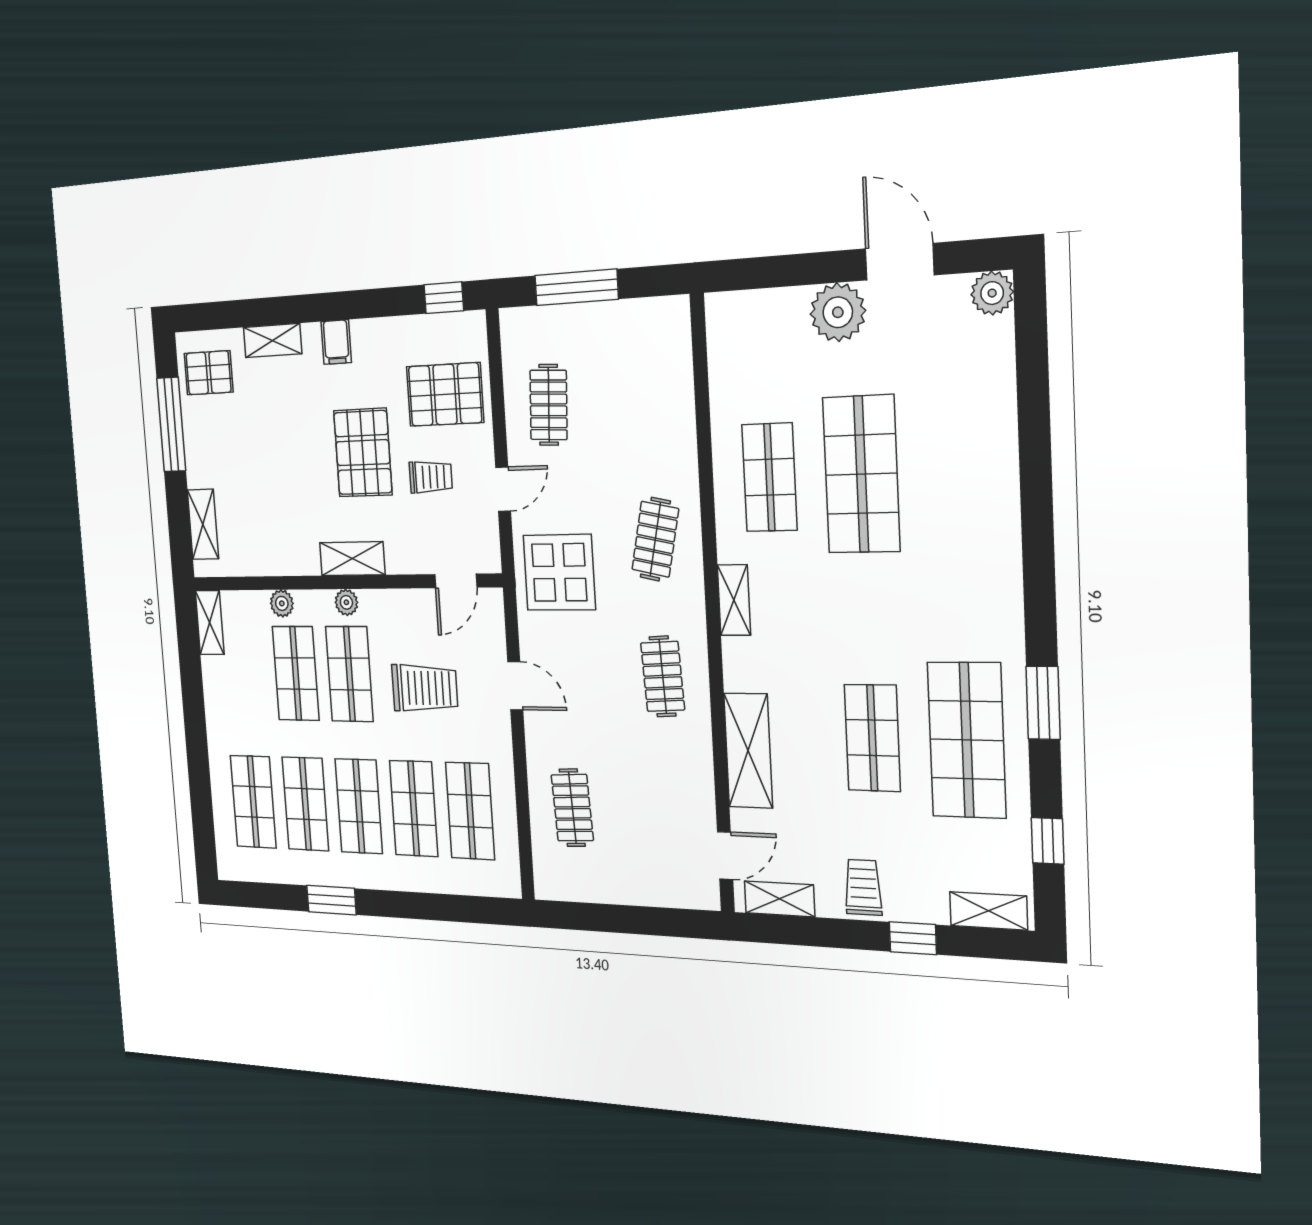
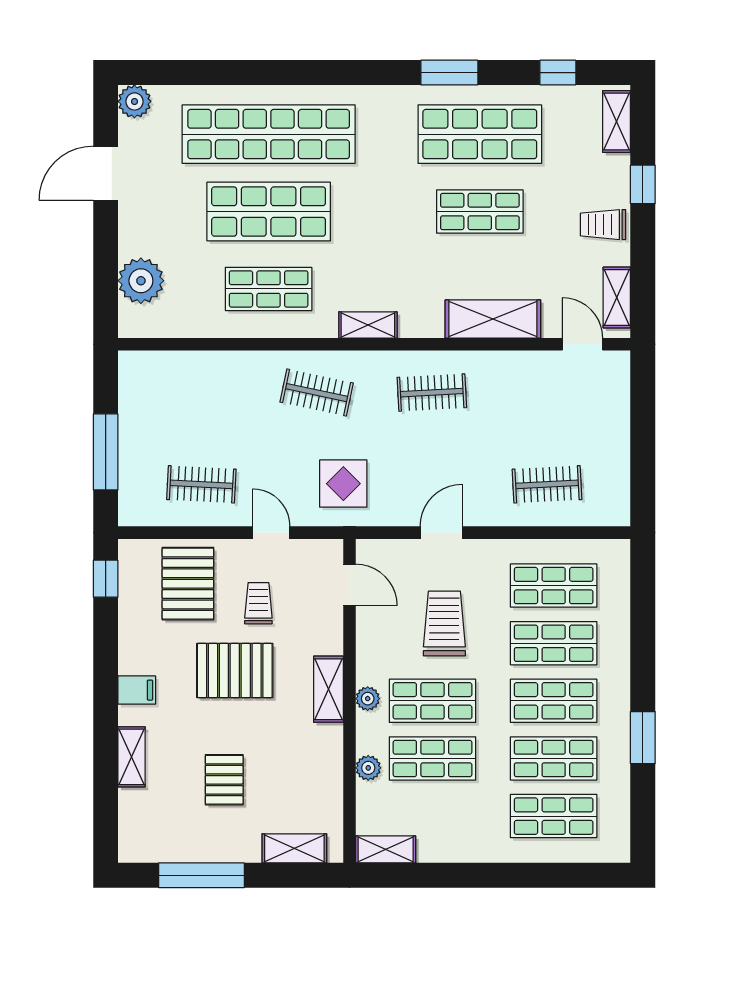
plant: (838, 312) -> (141, 281), moved
pallet: (209, 373) -> (224, 780), moved
shop shelf: (957, 471) -> (269, 134), added
display table: (559, 572) -> (343, 484), width x0.73, depth x0.73

